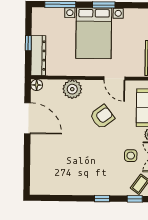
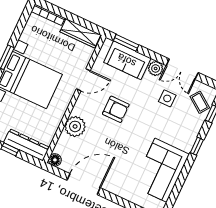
armchair: (102, 117) -> (116, 109), turned 127
corner sofa: (68, 177) -> (161, 170), added

